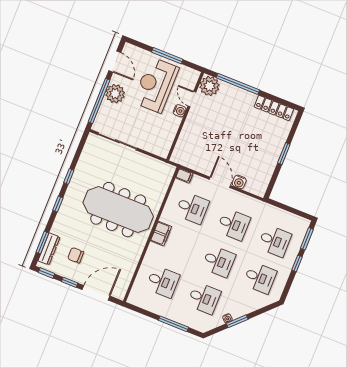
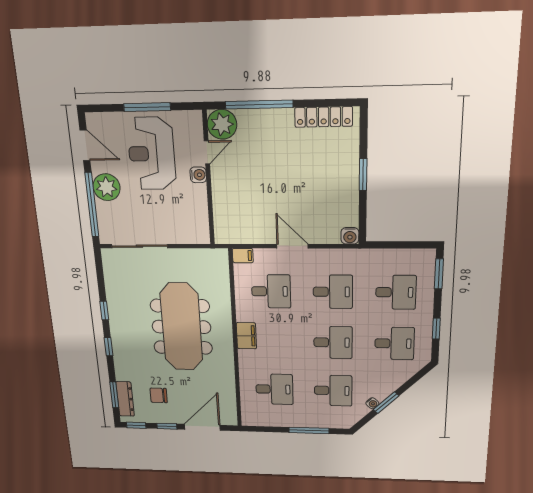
door: (192, 99) -> (207, 152), swing flipped
water cooler: (239, 182) -> (350, 236), moved
meeting table: (118, 210) -> (181, 327), turned 90
window: (297, 263) -> (436, 329), moved

